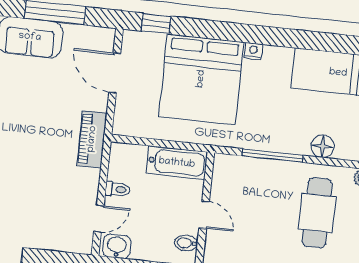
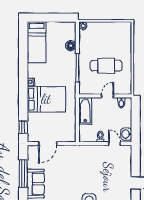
bed: (201, 79) -> (46, 99), width x0.73
piano: (92, 139) -> (79, 151), removed
cafe table: (317, 213) -> (106, 66), moved

